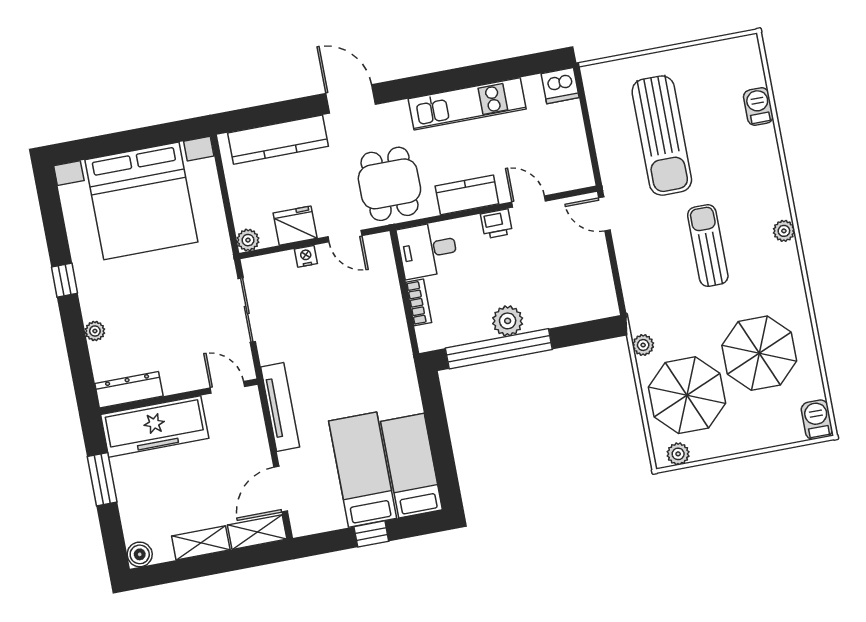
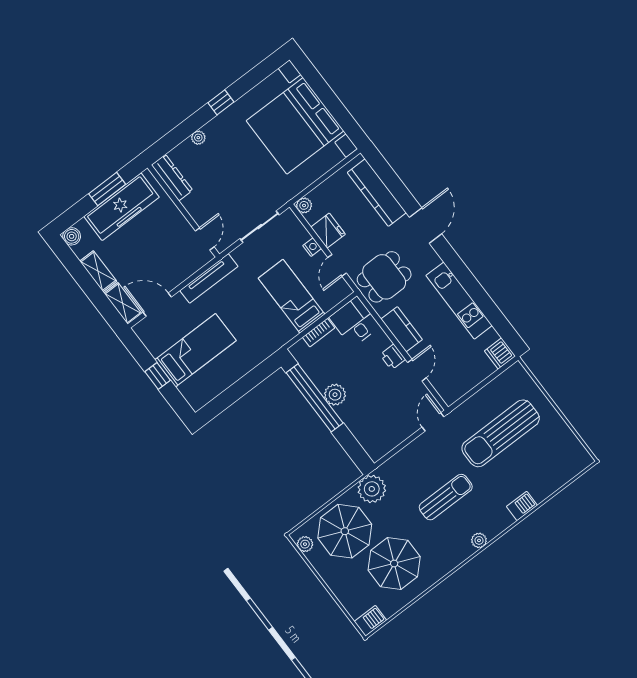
barbecue: (758, 107) -> (522, 506), moved
plant: (643, 345) -> (372, 489), width x1.88, depth x1.88
freezer: (155, 426) -> (122, 207), moved, turned -90
bed: (411, 466) -> (292, 296), moved, turned -90

